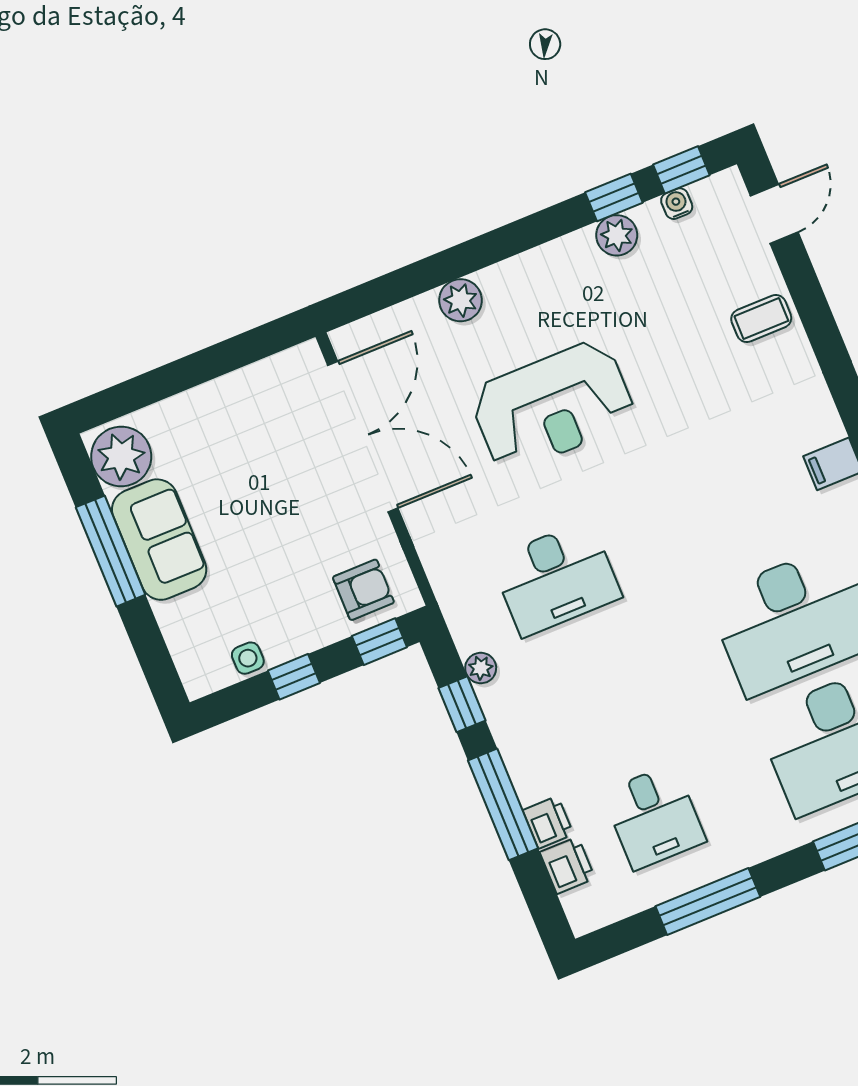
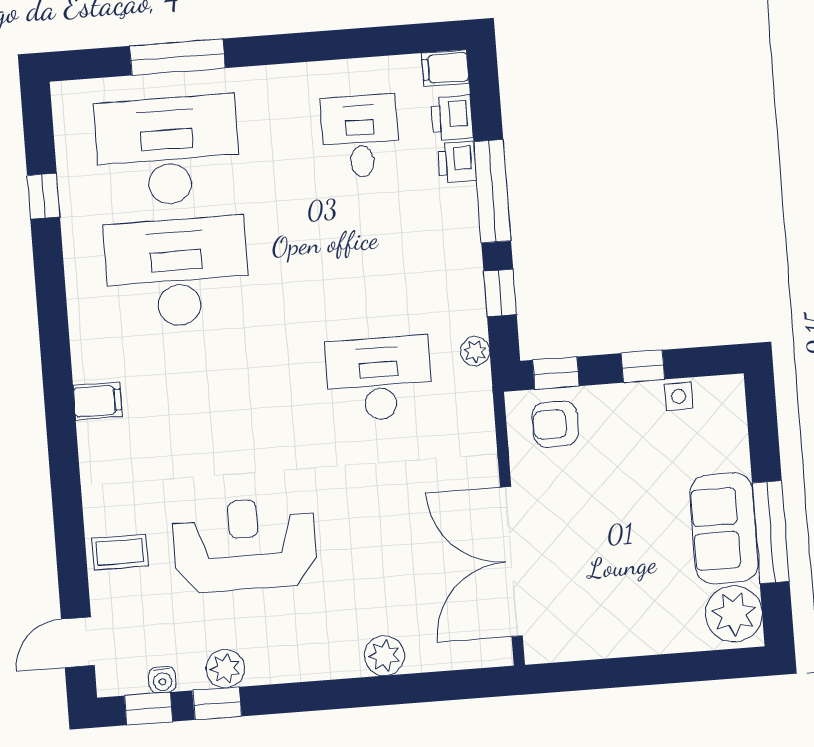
reception desk: (553, 406) -> (245, 545), moved
plant: (481, 668) -> (475, 351), moved
window: (708, 902) -> (337, 45), removed
filing cabinet: (591, 913) -> (445, 68), added

